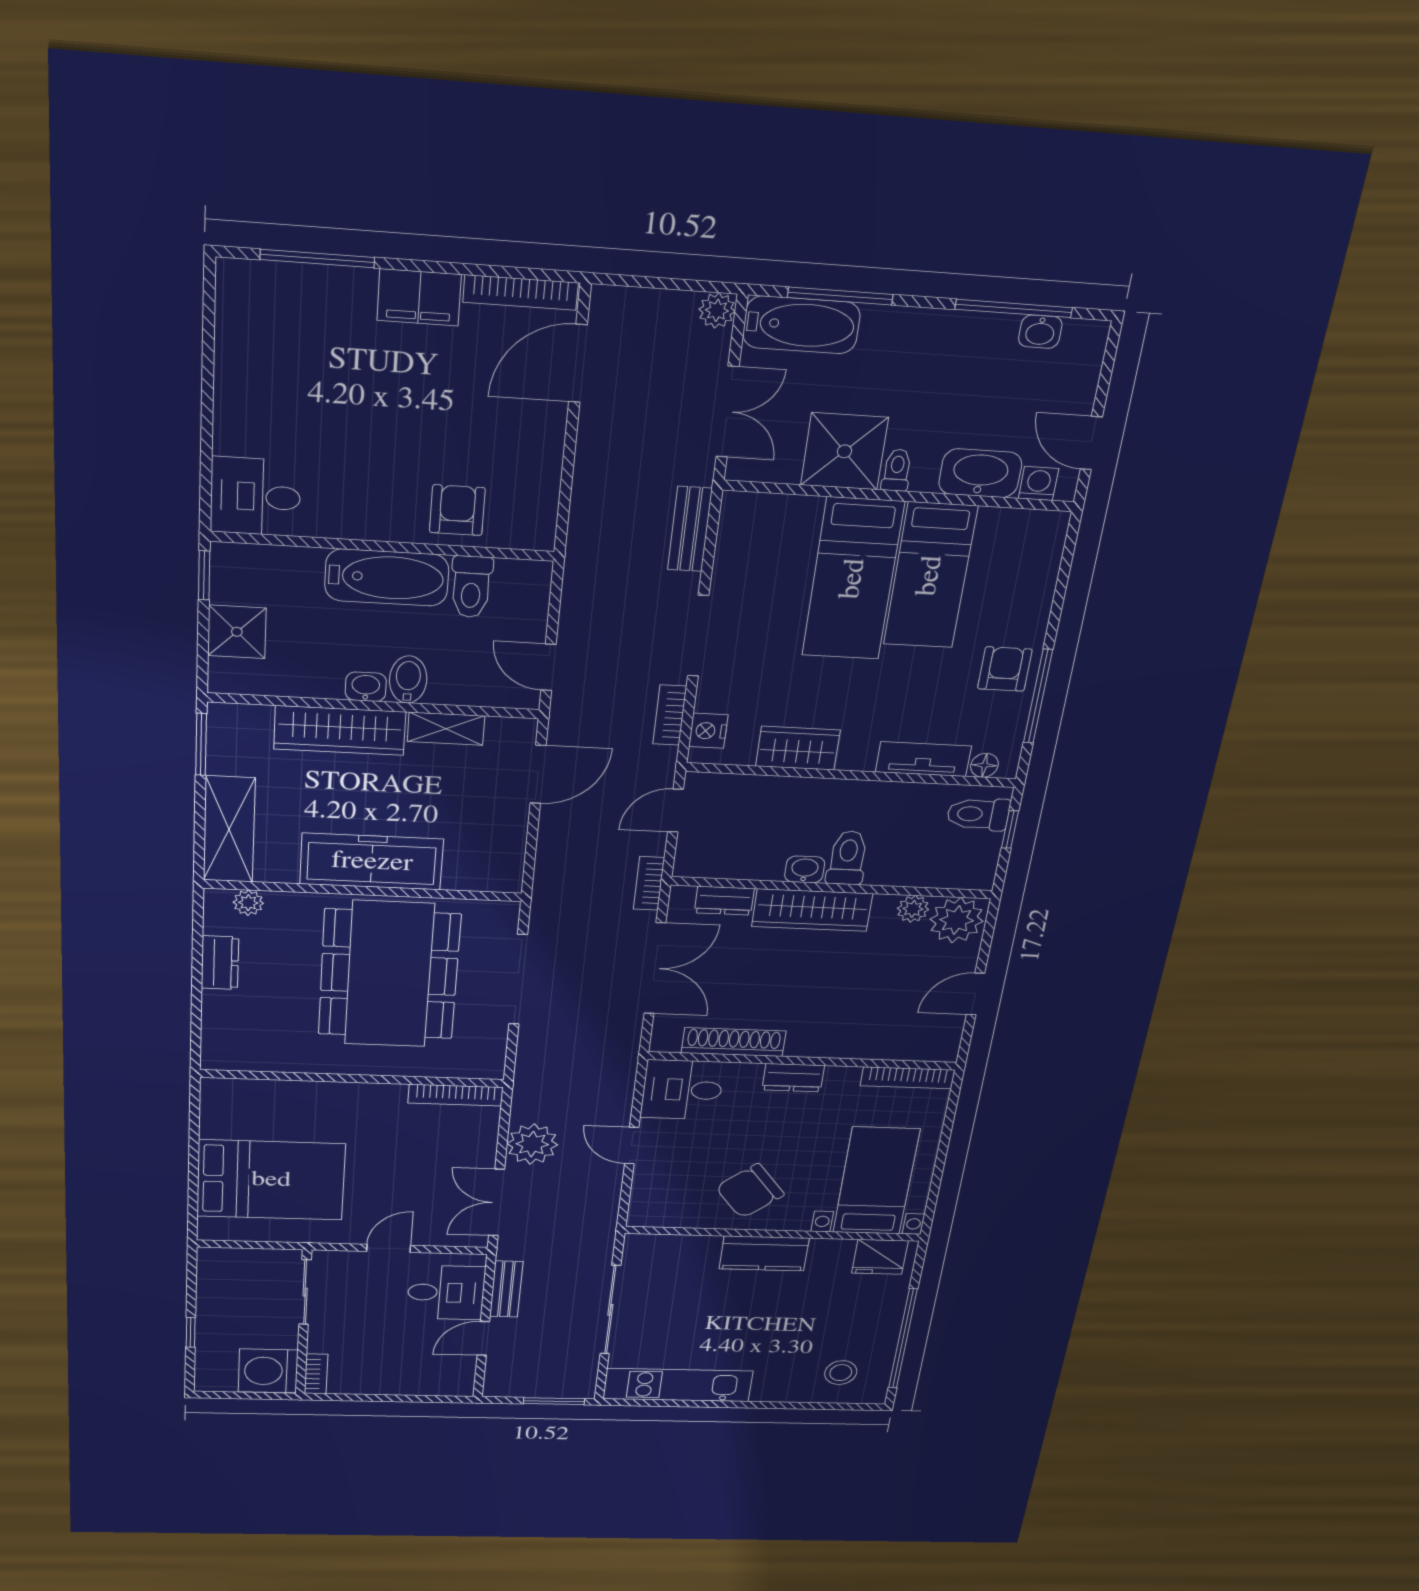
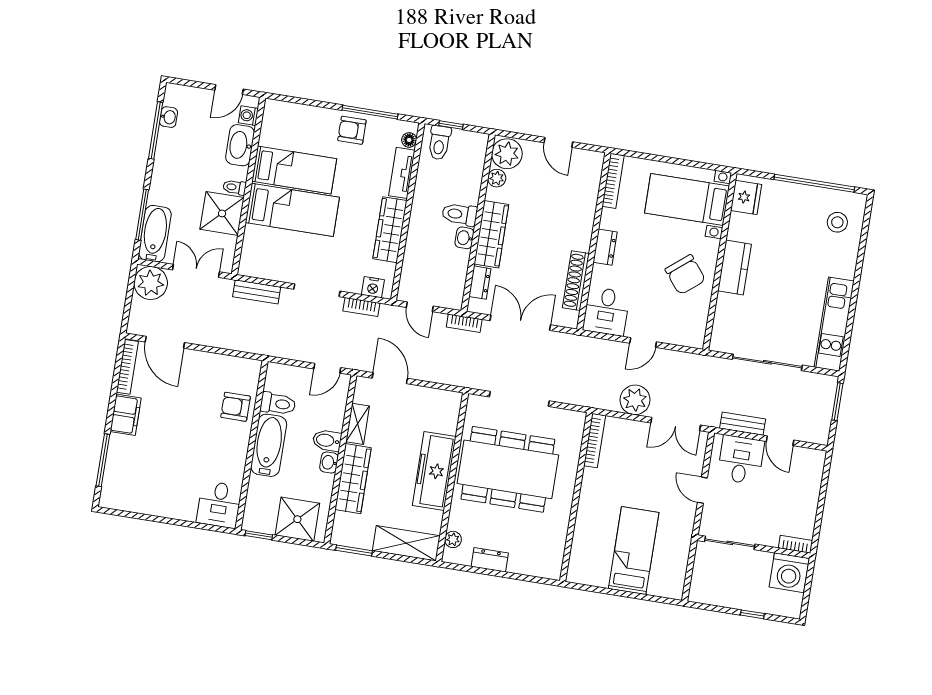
plant: (717, 310) -> (151, 283), width x1.88, depth x1.88
shower: (237, 632) -> (297, 519), width x1.36, depth x1.36
wardrobe: (798, 748) -> (390, 230), width x1.50
bed: (271, 1180) -> (634, 551), width x0.67

